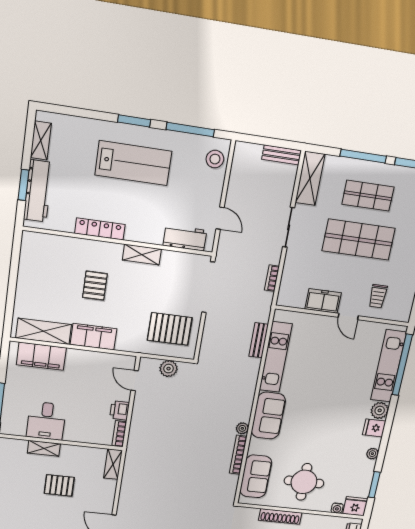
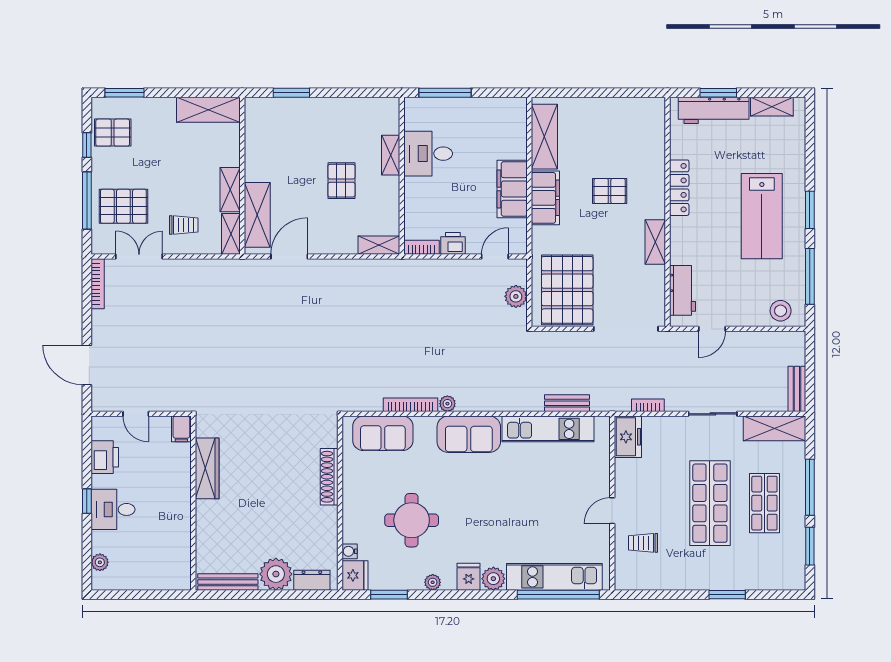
freezer: (323, 301) -> (628, 437), moved
pallet: (170, 329) -> (567, 290), width x1.37, depth x1.41
filing cabinet: (41, 356) -> (512, 189), moved
round table: (304, 482) -> (412, 520), moved

